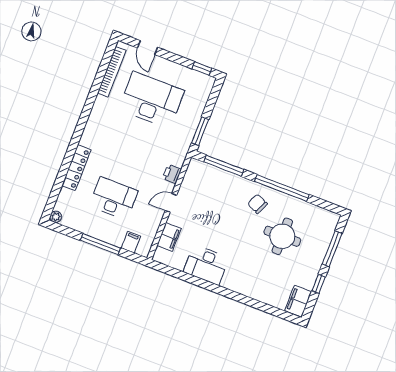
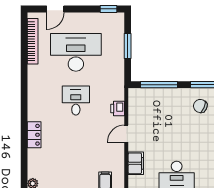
door: (148, 48) -> (55, 9), hinge flipped
window: (200, 131) -> (128, 46), moved
locker: (76, 168) -> (34, 135), width x0.66
desk: (114, 198) -> (76, 100), moved, width x0.73

